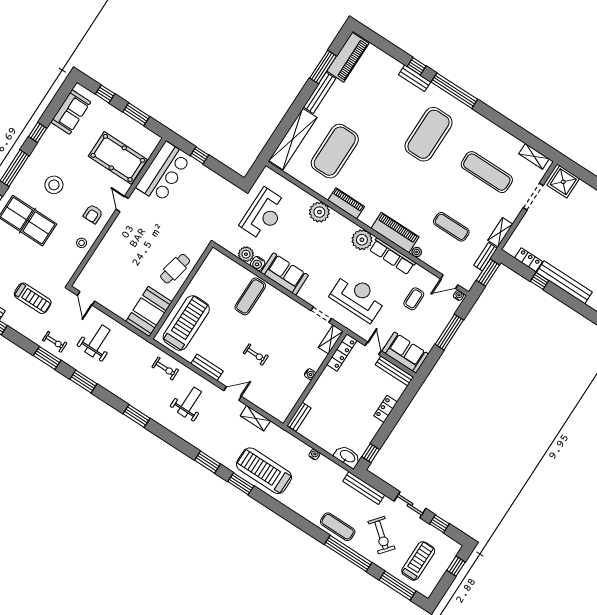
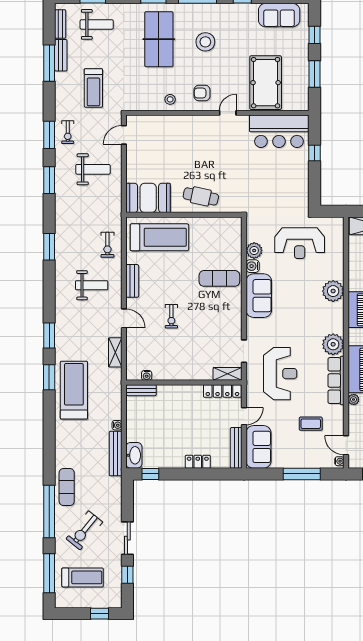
water cooler: (310, 374) -> (147, 375), moved
bench: (364, 488) -> (116, 454), moved

